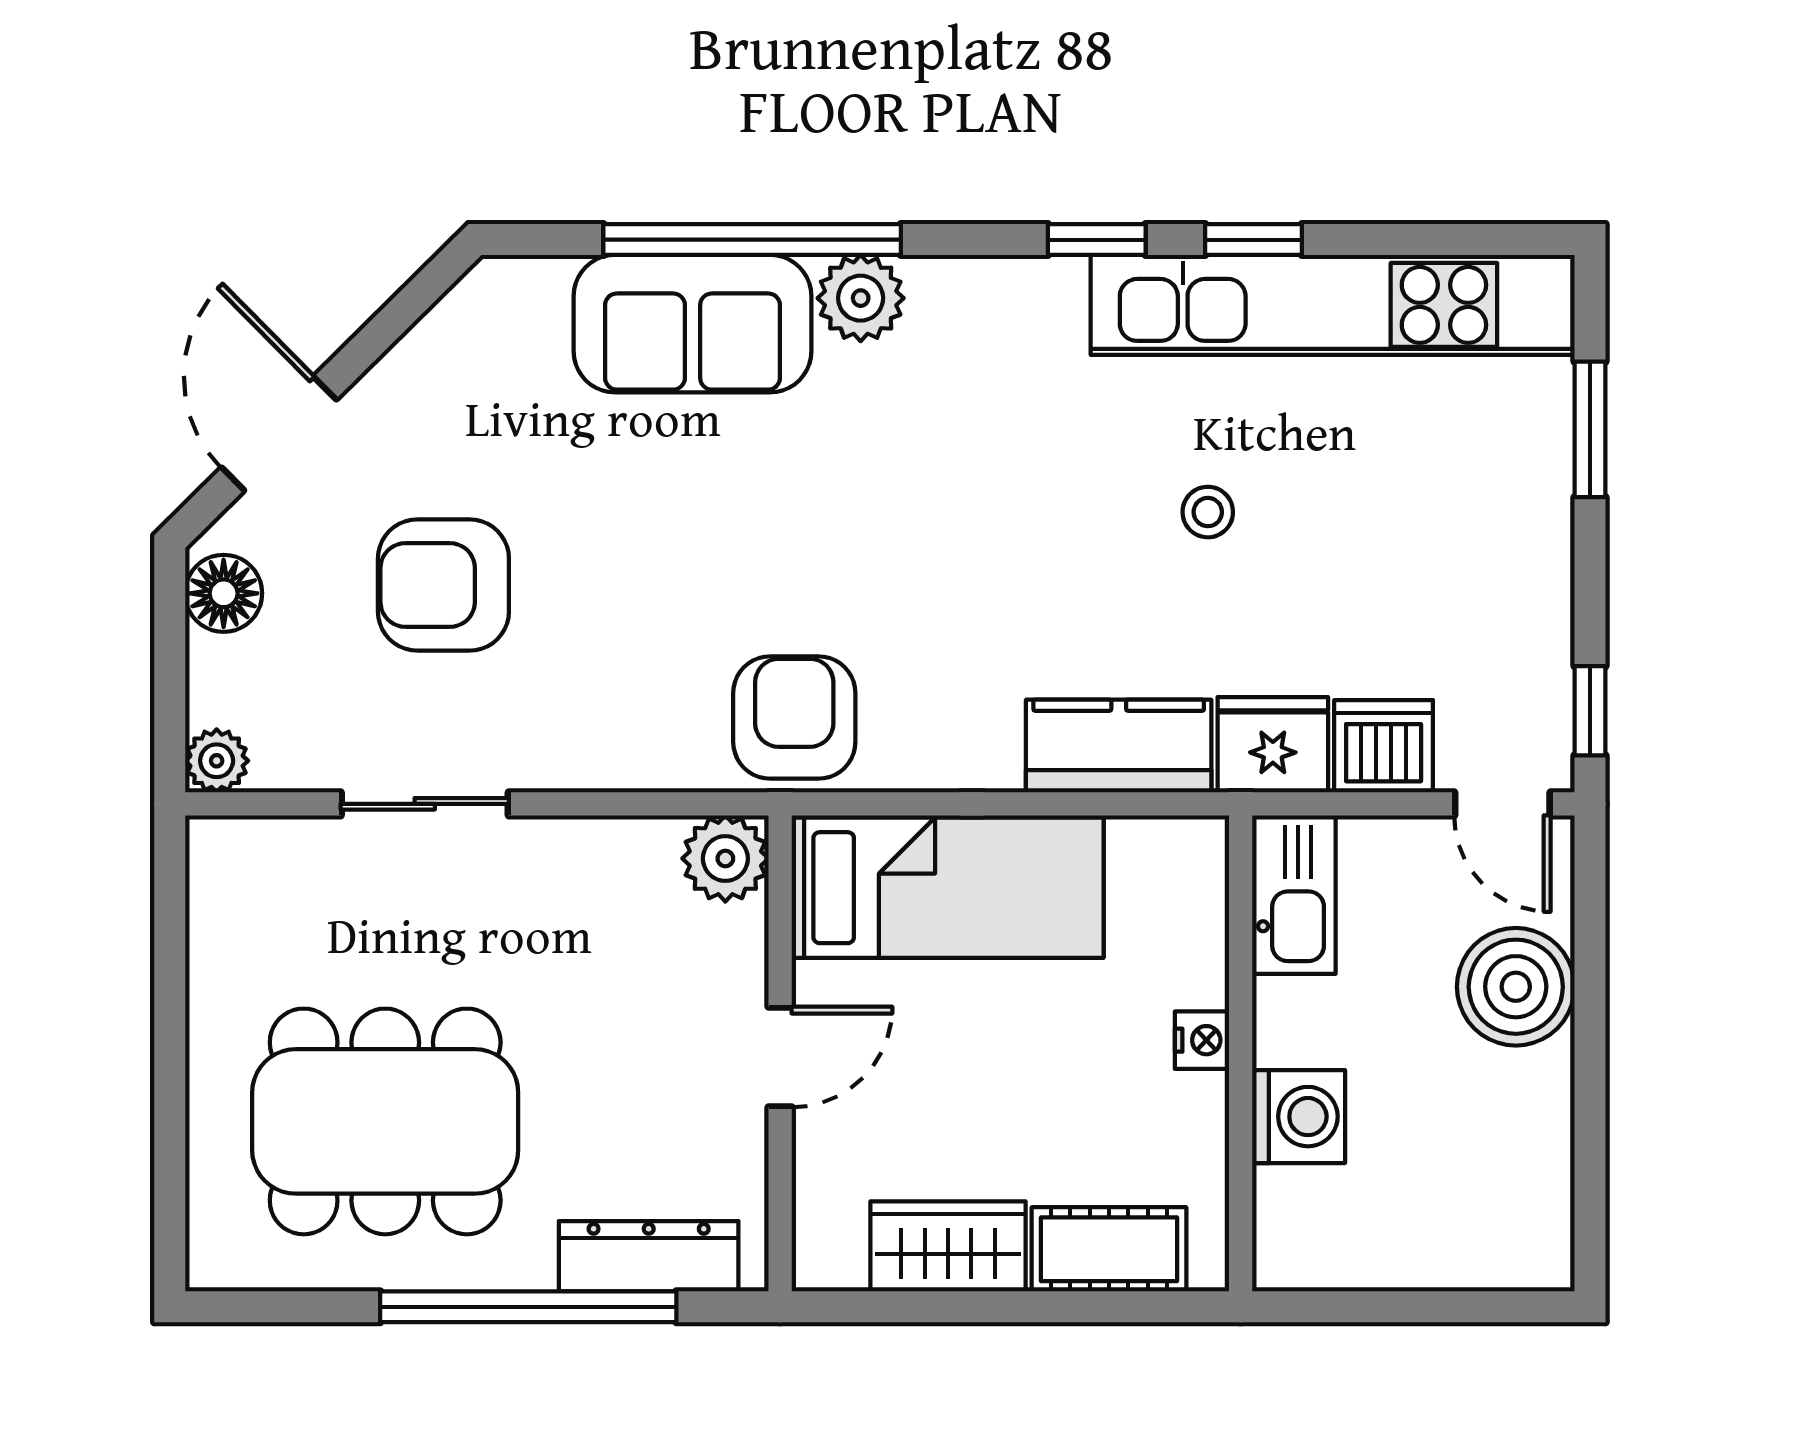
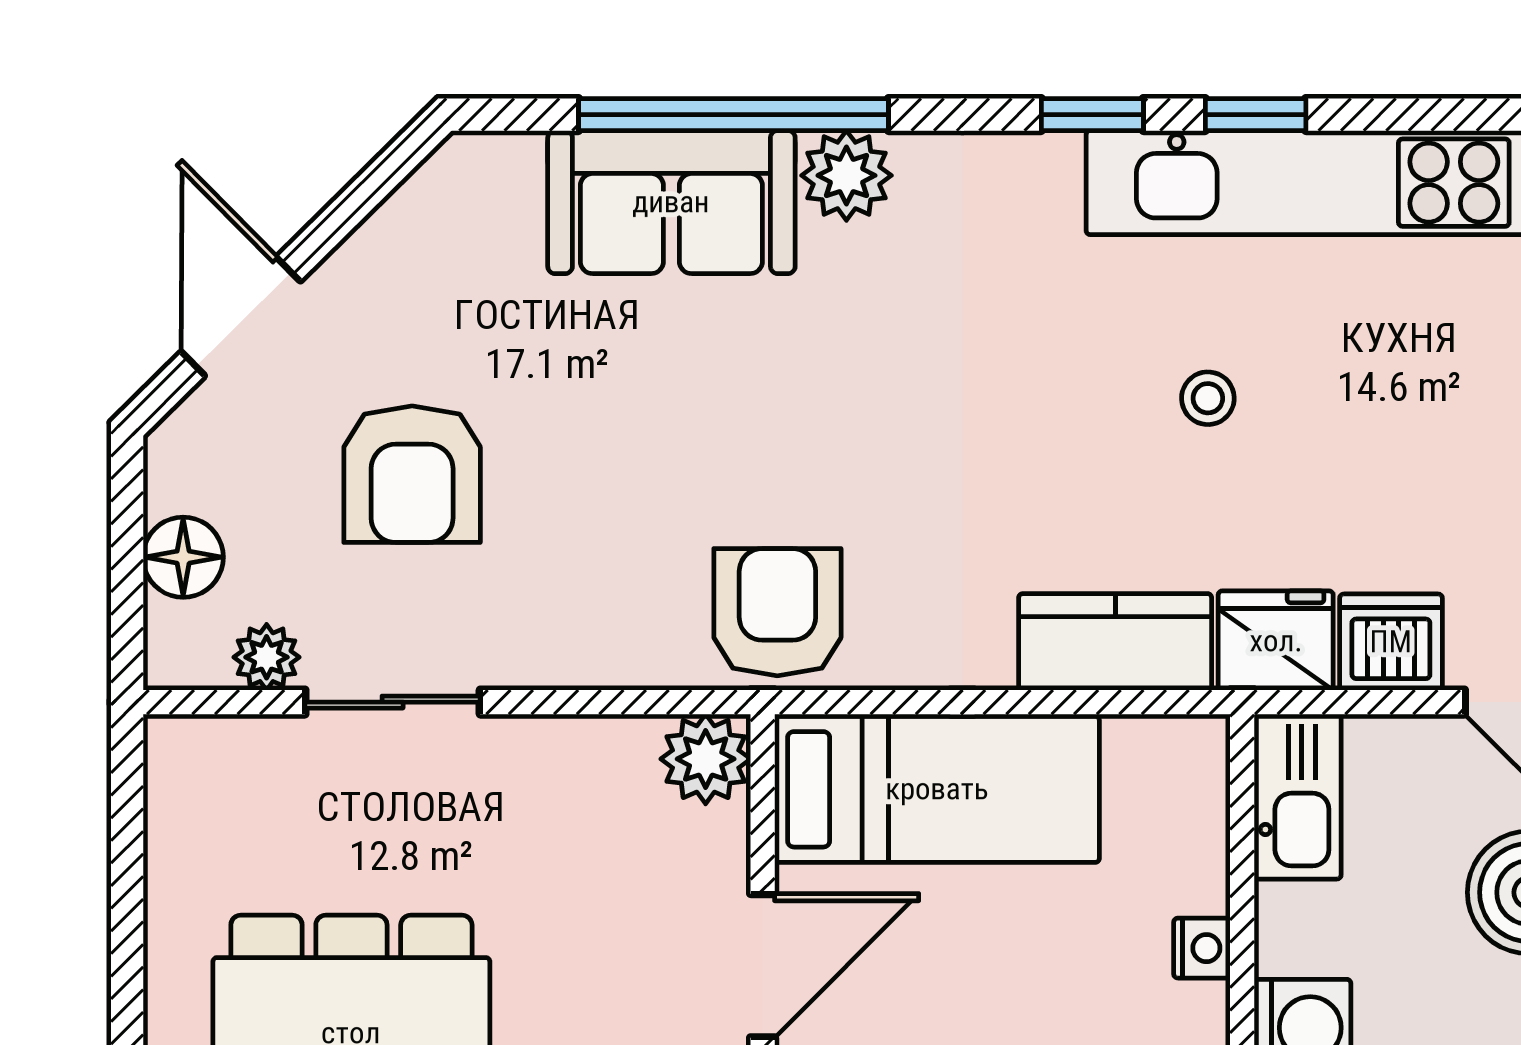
armchair: (443, 585) -> (412, 474), turned -90
floor lamp: (224, 593) -> (183, 557), moved
plant: (217, 761) -> (267, 657), moved
door: (780, 1057) -> (763, 966), width x1.38

